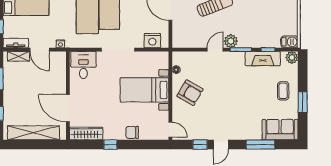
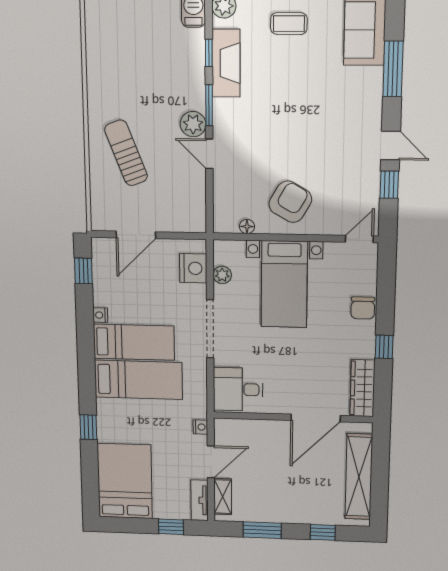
plant: (149, 56) -> (222, 275), added

